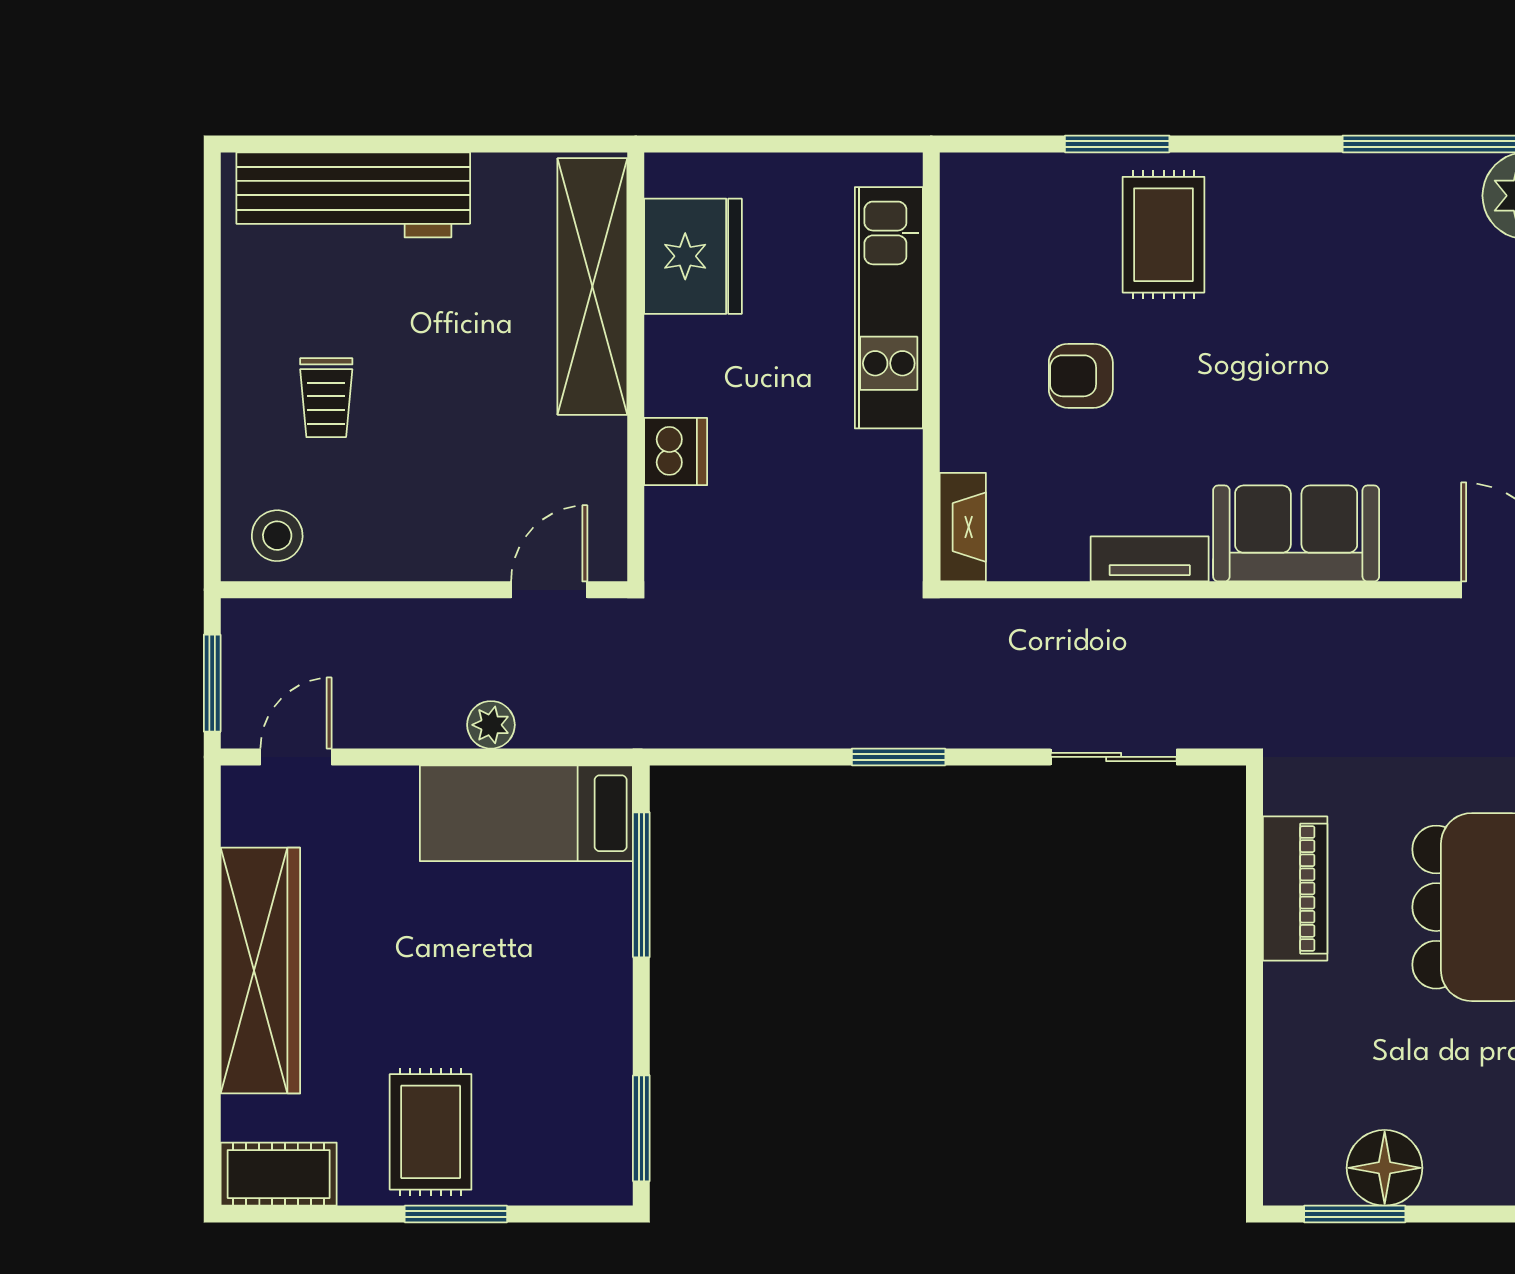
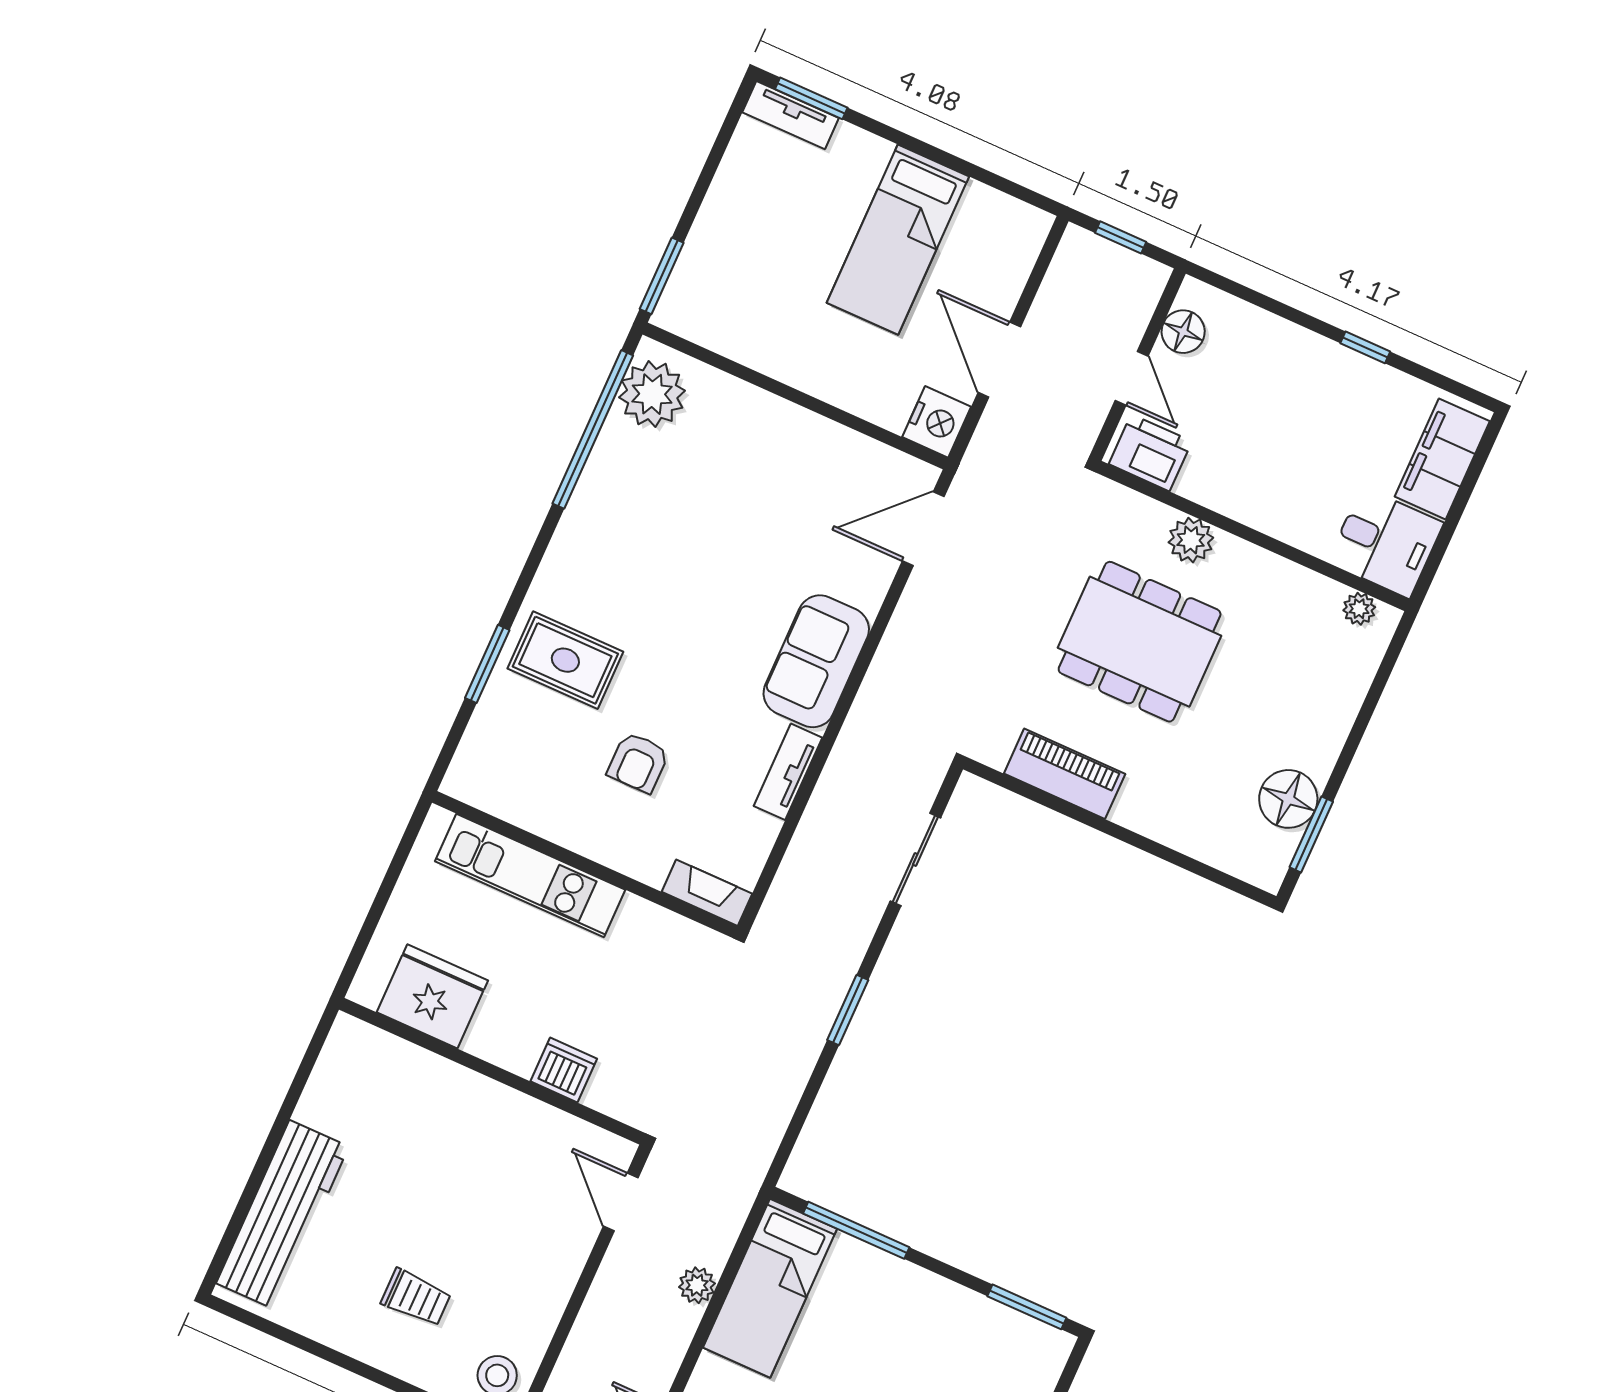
shelving: (592, 286) -> (422, 1076), removed

